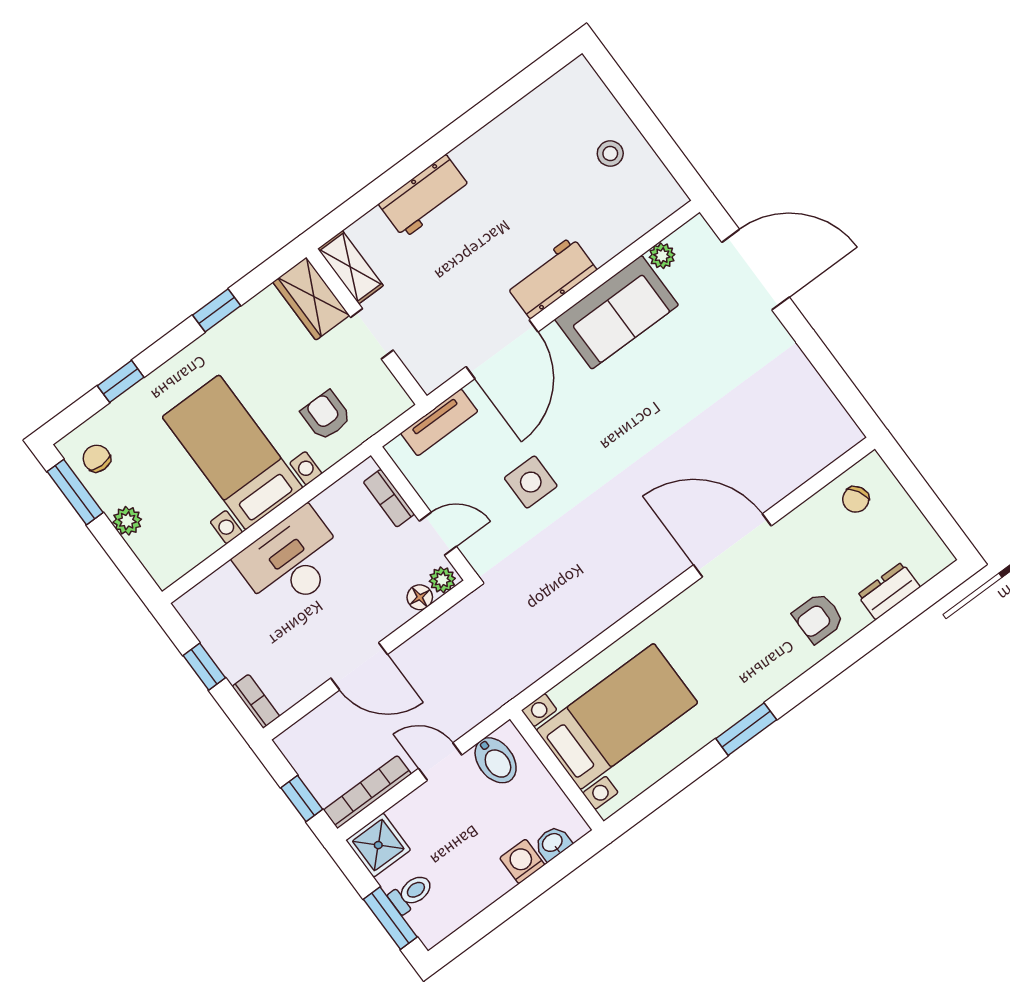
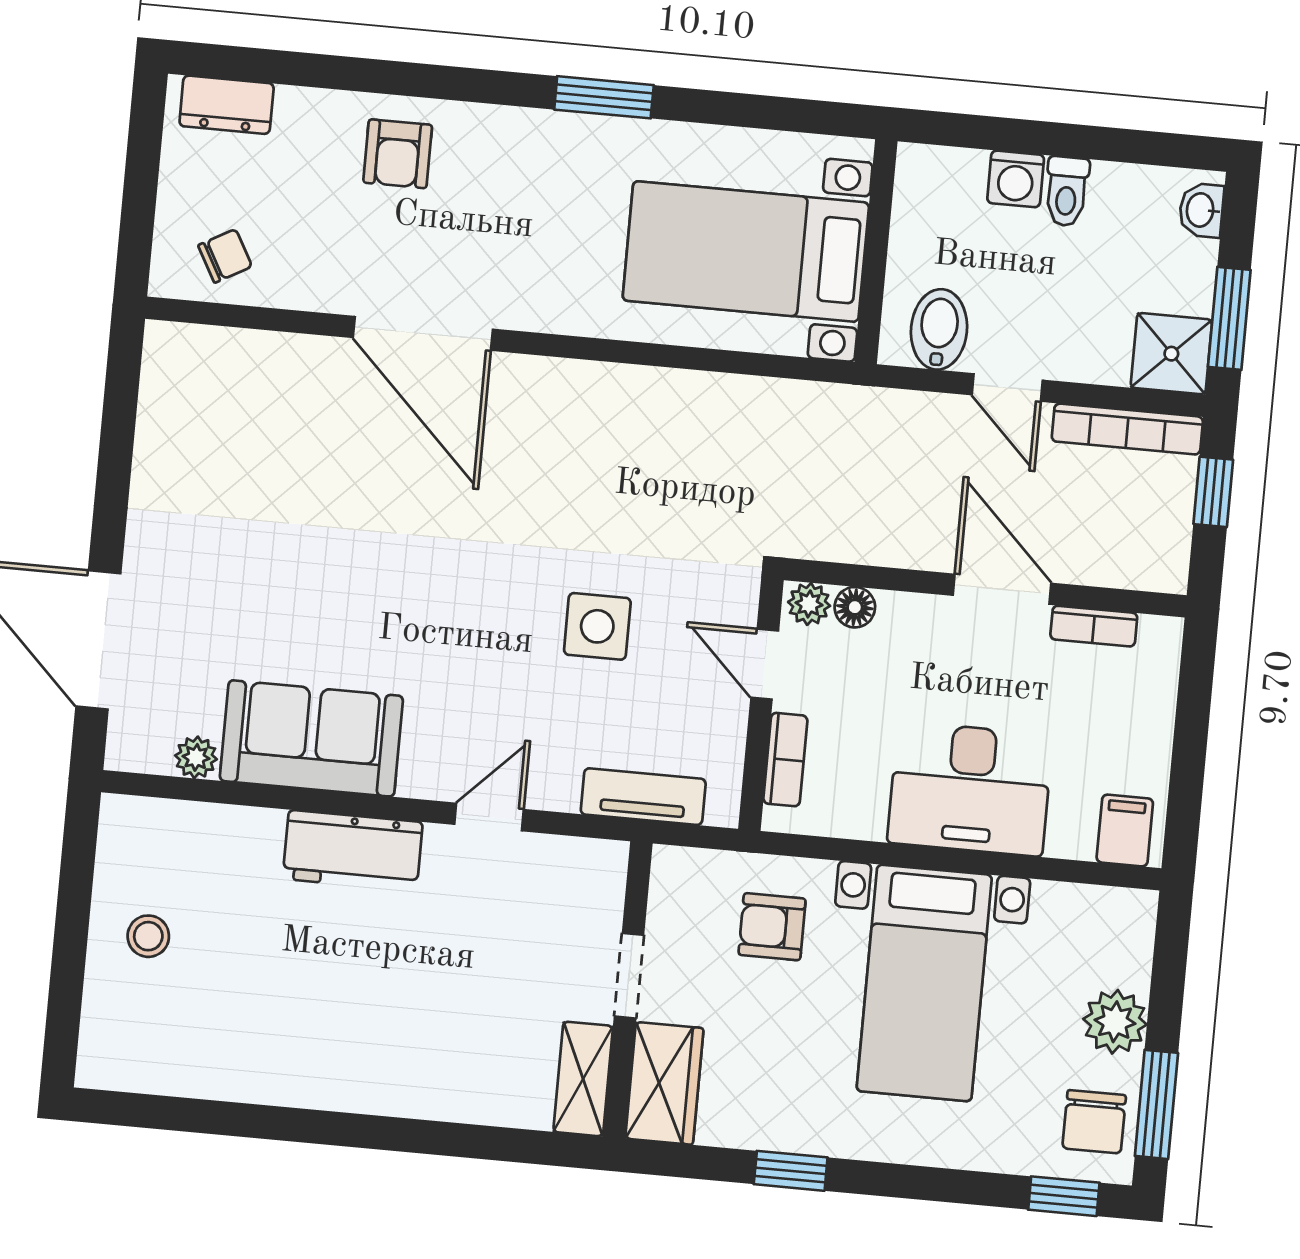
workbench: (425, 196) -> (417, 1084), removed
door: (502, 349) -> (489, 817), width x0.53
window: (121, 381) -> (1064, 1196), moved
armchair: (326, 415) -> (772, 927), turned 90
chair: (97, 458) -> (1094, 1122), width x1.37, depth x1.37
plant: (127, 521) -> (1115, 1022), width x1.38, depth x1.38
dresser: (889, 591) -> (227, 105), moved
filing cabinet: (203, 606) -> (1125, 830), added
armchair: (818, 618) -> (398, 154), turned 90
window: (204, 667) -> (1189, 756), removed
bookcase: (256, 701) -> (1094, 626), moved, turned -90
washbasin: (553, 843) -> (1201, 210), moved, turned 90
toilet: (411, 893) -> (1067, 191), moved, turned -90
window: (390, 918) -> (1229, 318), moved

